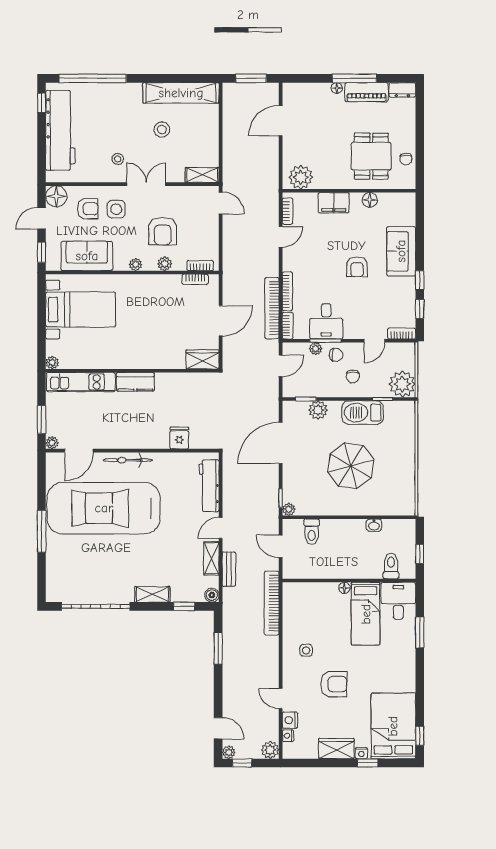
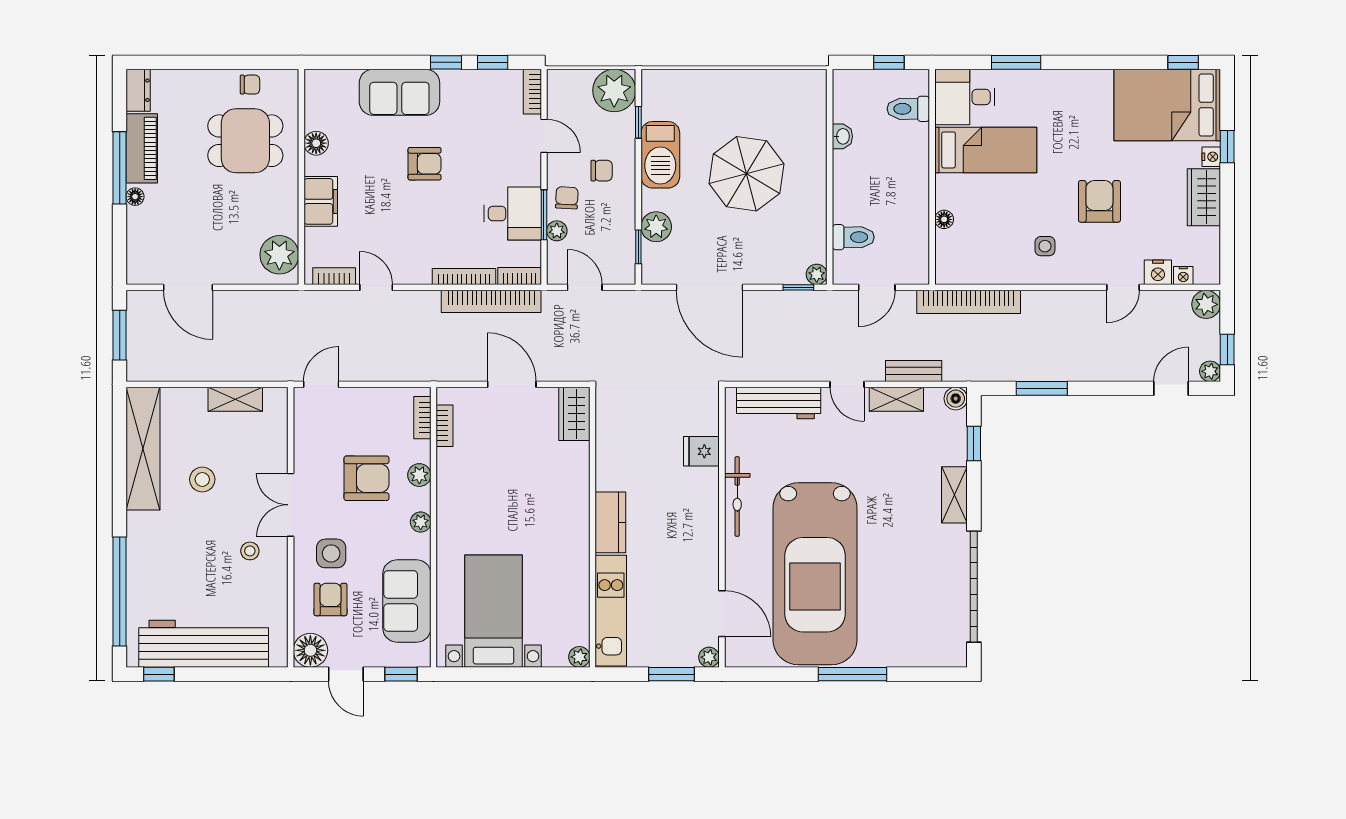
shelving: (202, 175) -> (235, 399), moved, turned 90
bicycle: (128, 460) -> (737, 496), moved
floor lamp: (344, 588) -> (944, 219), moved

